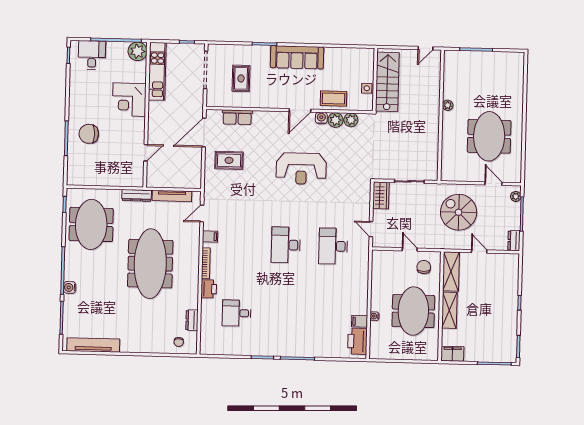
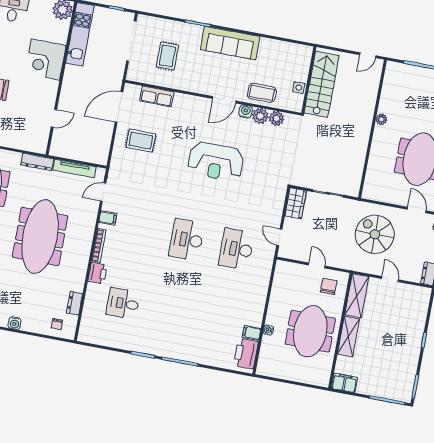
water cooler: (140, 347) -> (15, 323), added

